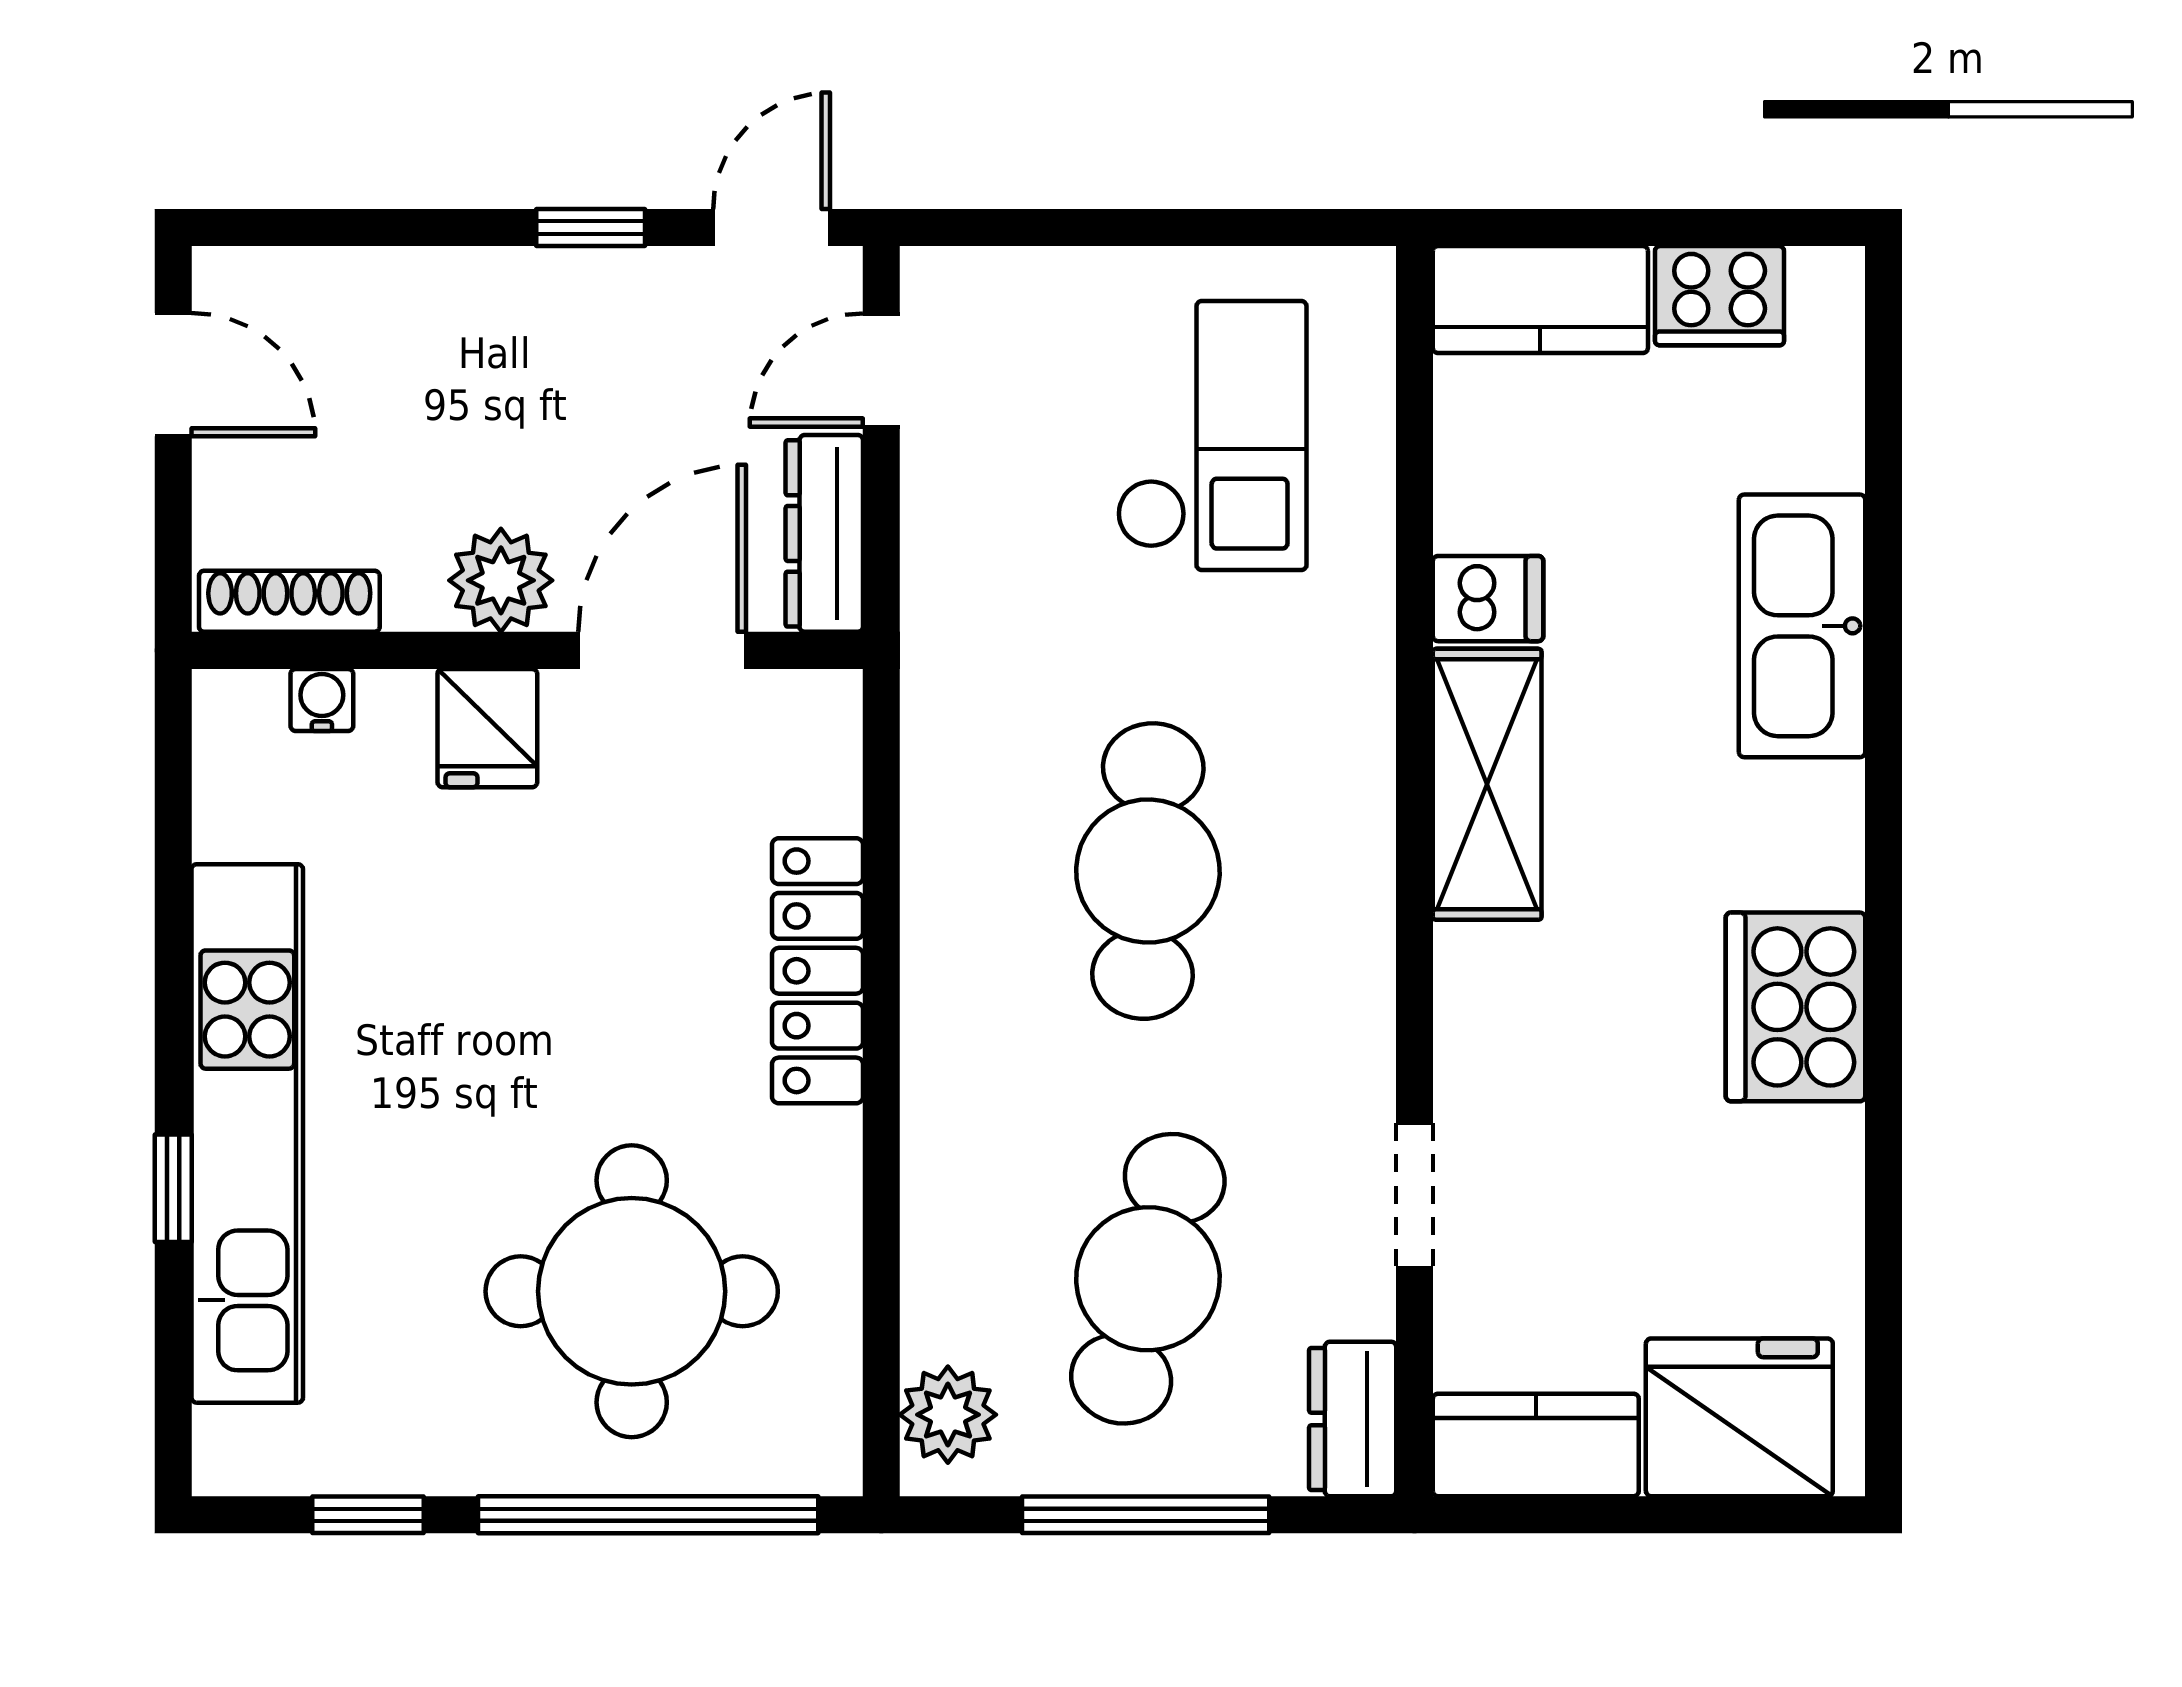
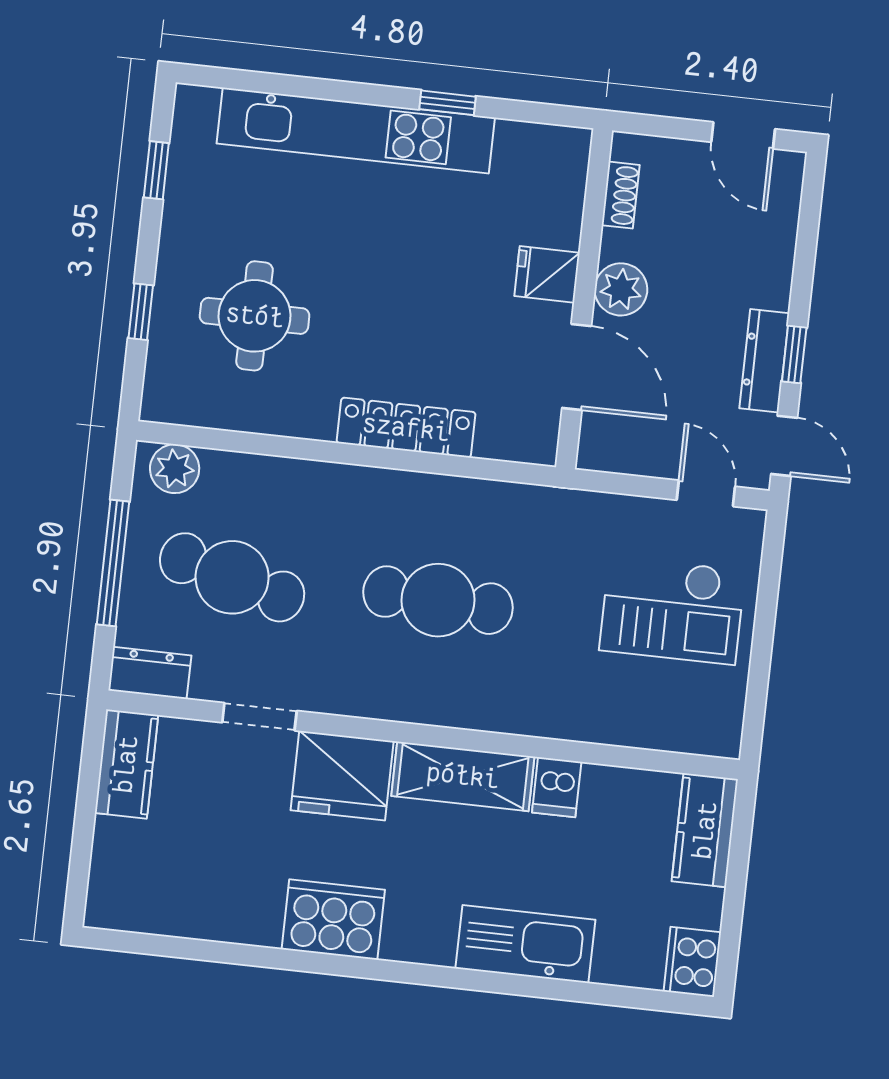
cooker: (1720, 296) -> (692, 962), moved
door: (173, 375) -> (743, 135), hinge flipped
checkout: (1212, 436) -> (672, 610), moved
dresser: (824, 533) -> (764, 361), moved, turned -90
shoe rack: (289, 601) -> (621, 195), width x0.70
water cooler: (322, 700) -> (570, 192), removed
window: (173, 1188) -> (448, 103), moved
round table: (632, 1291) -> (255, 316), width x0.73, depth x0.73
fridge: (1739, 1417) -> (342, 776), moved, turned 90
window: (648, 1515) -> (141, 312), width x0.32

